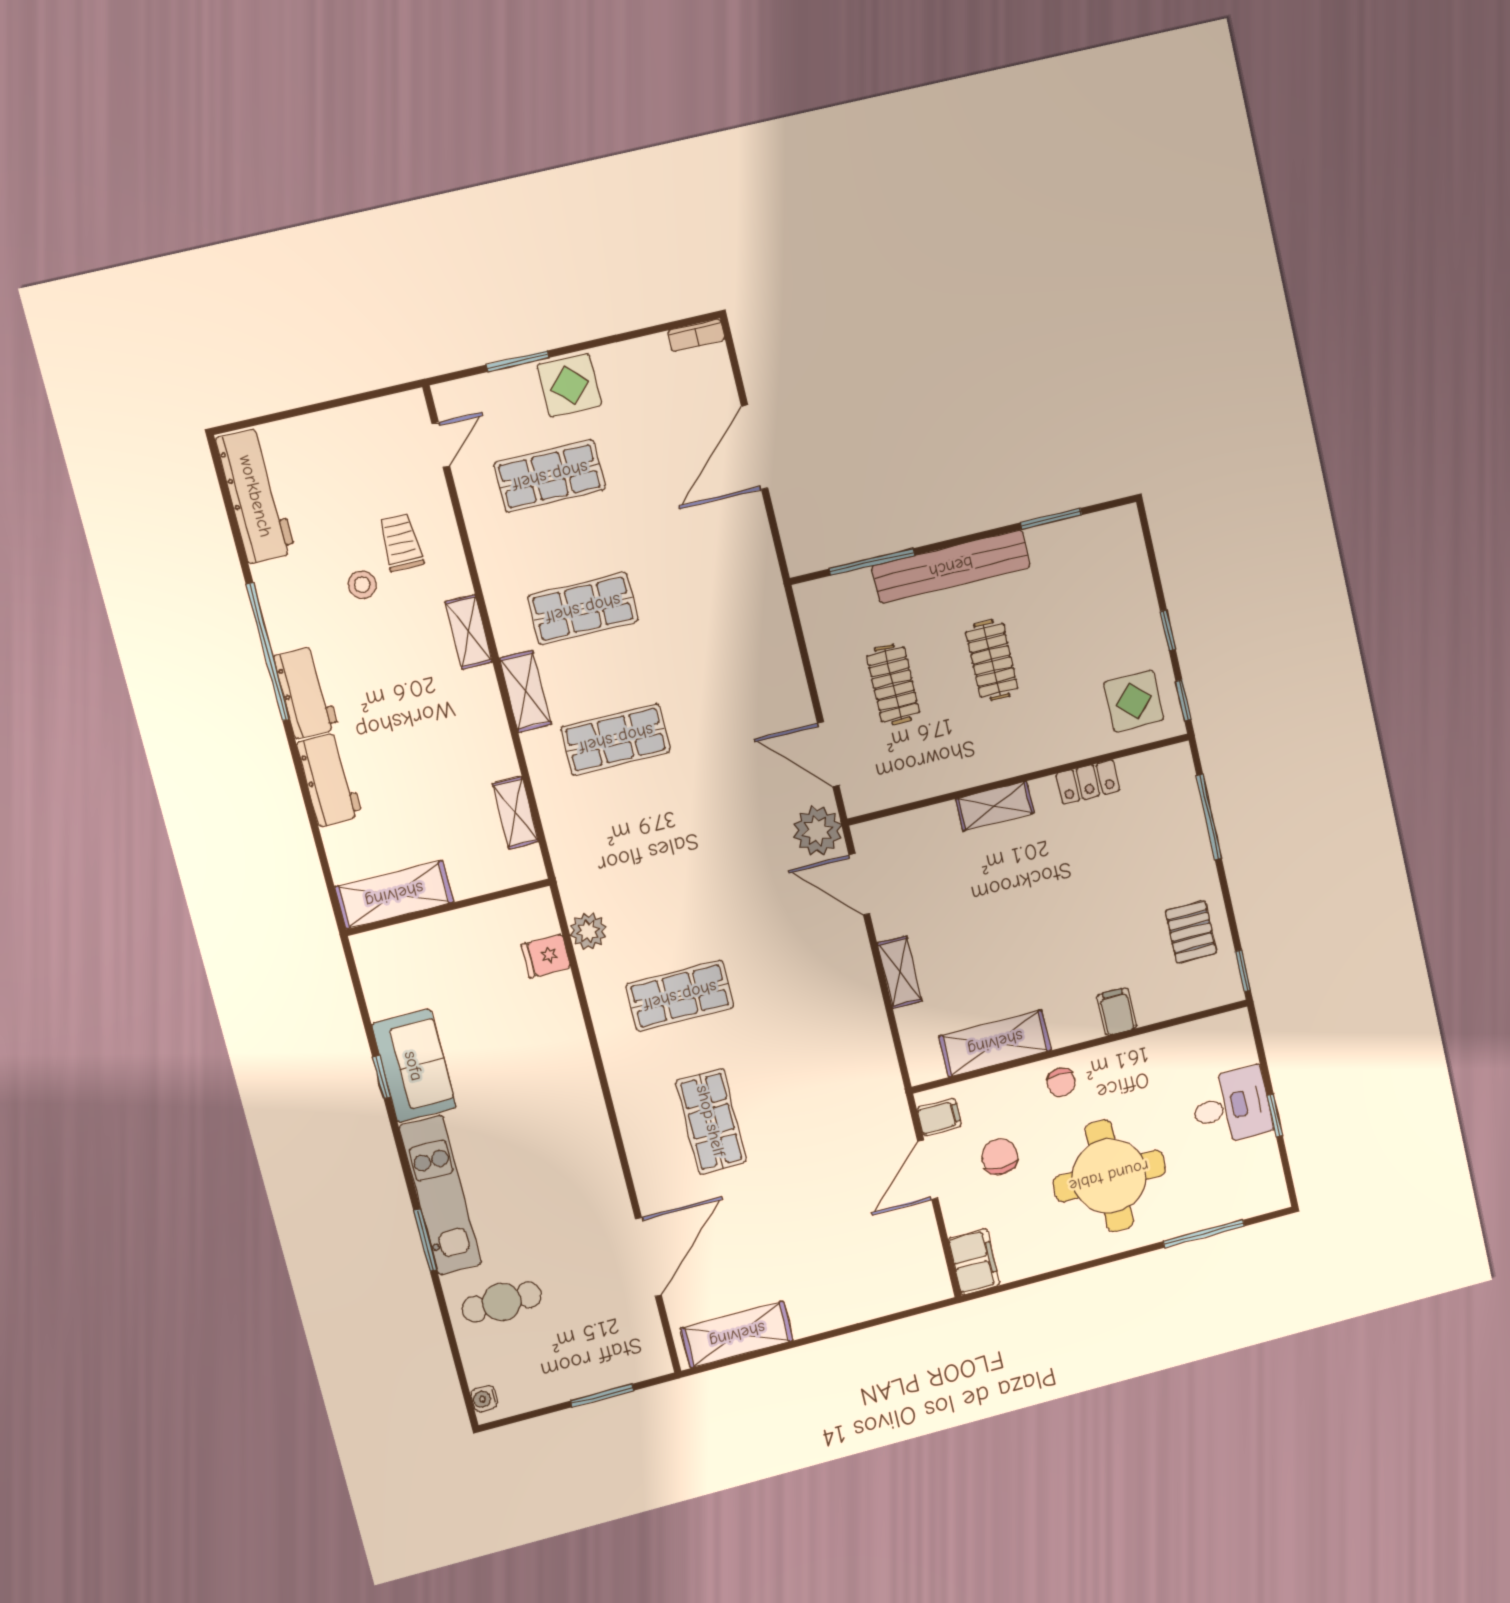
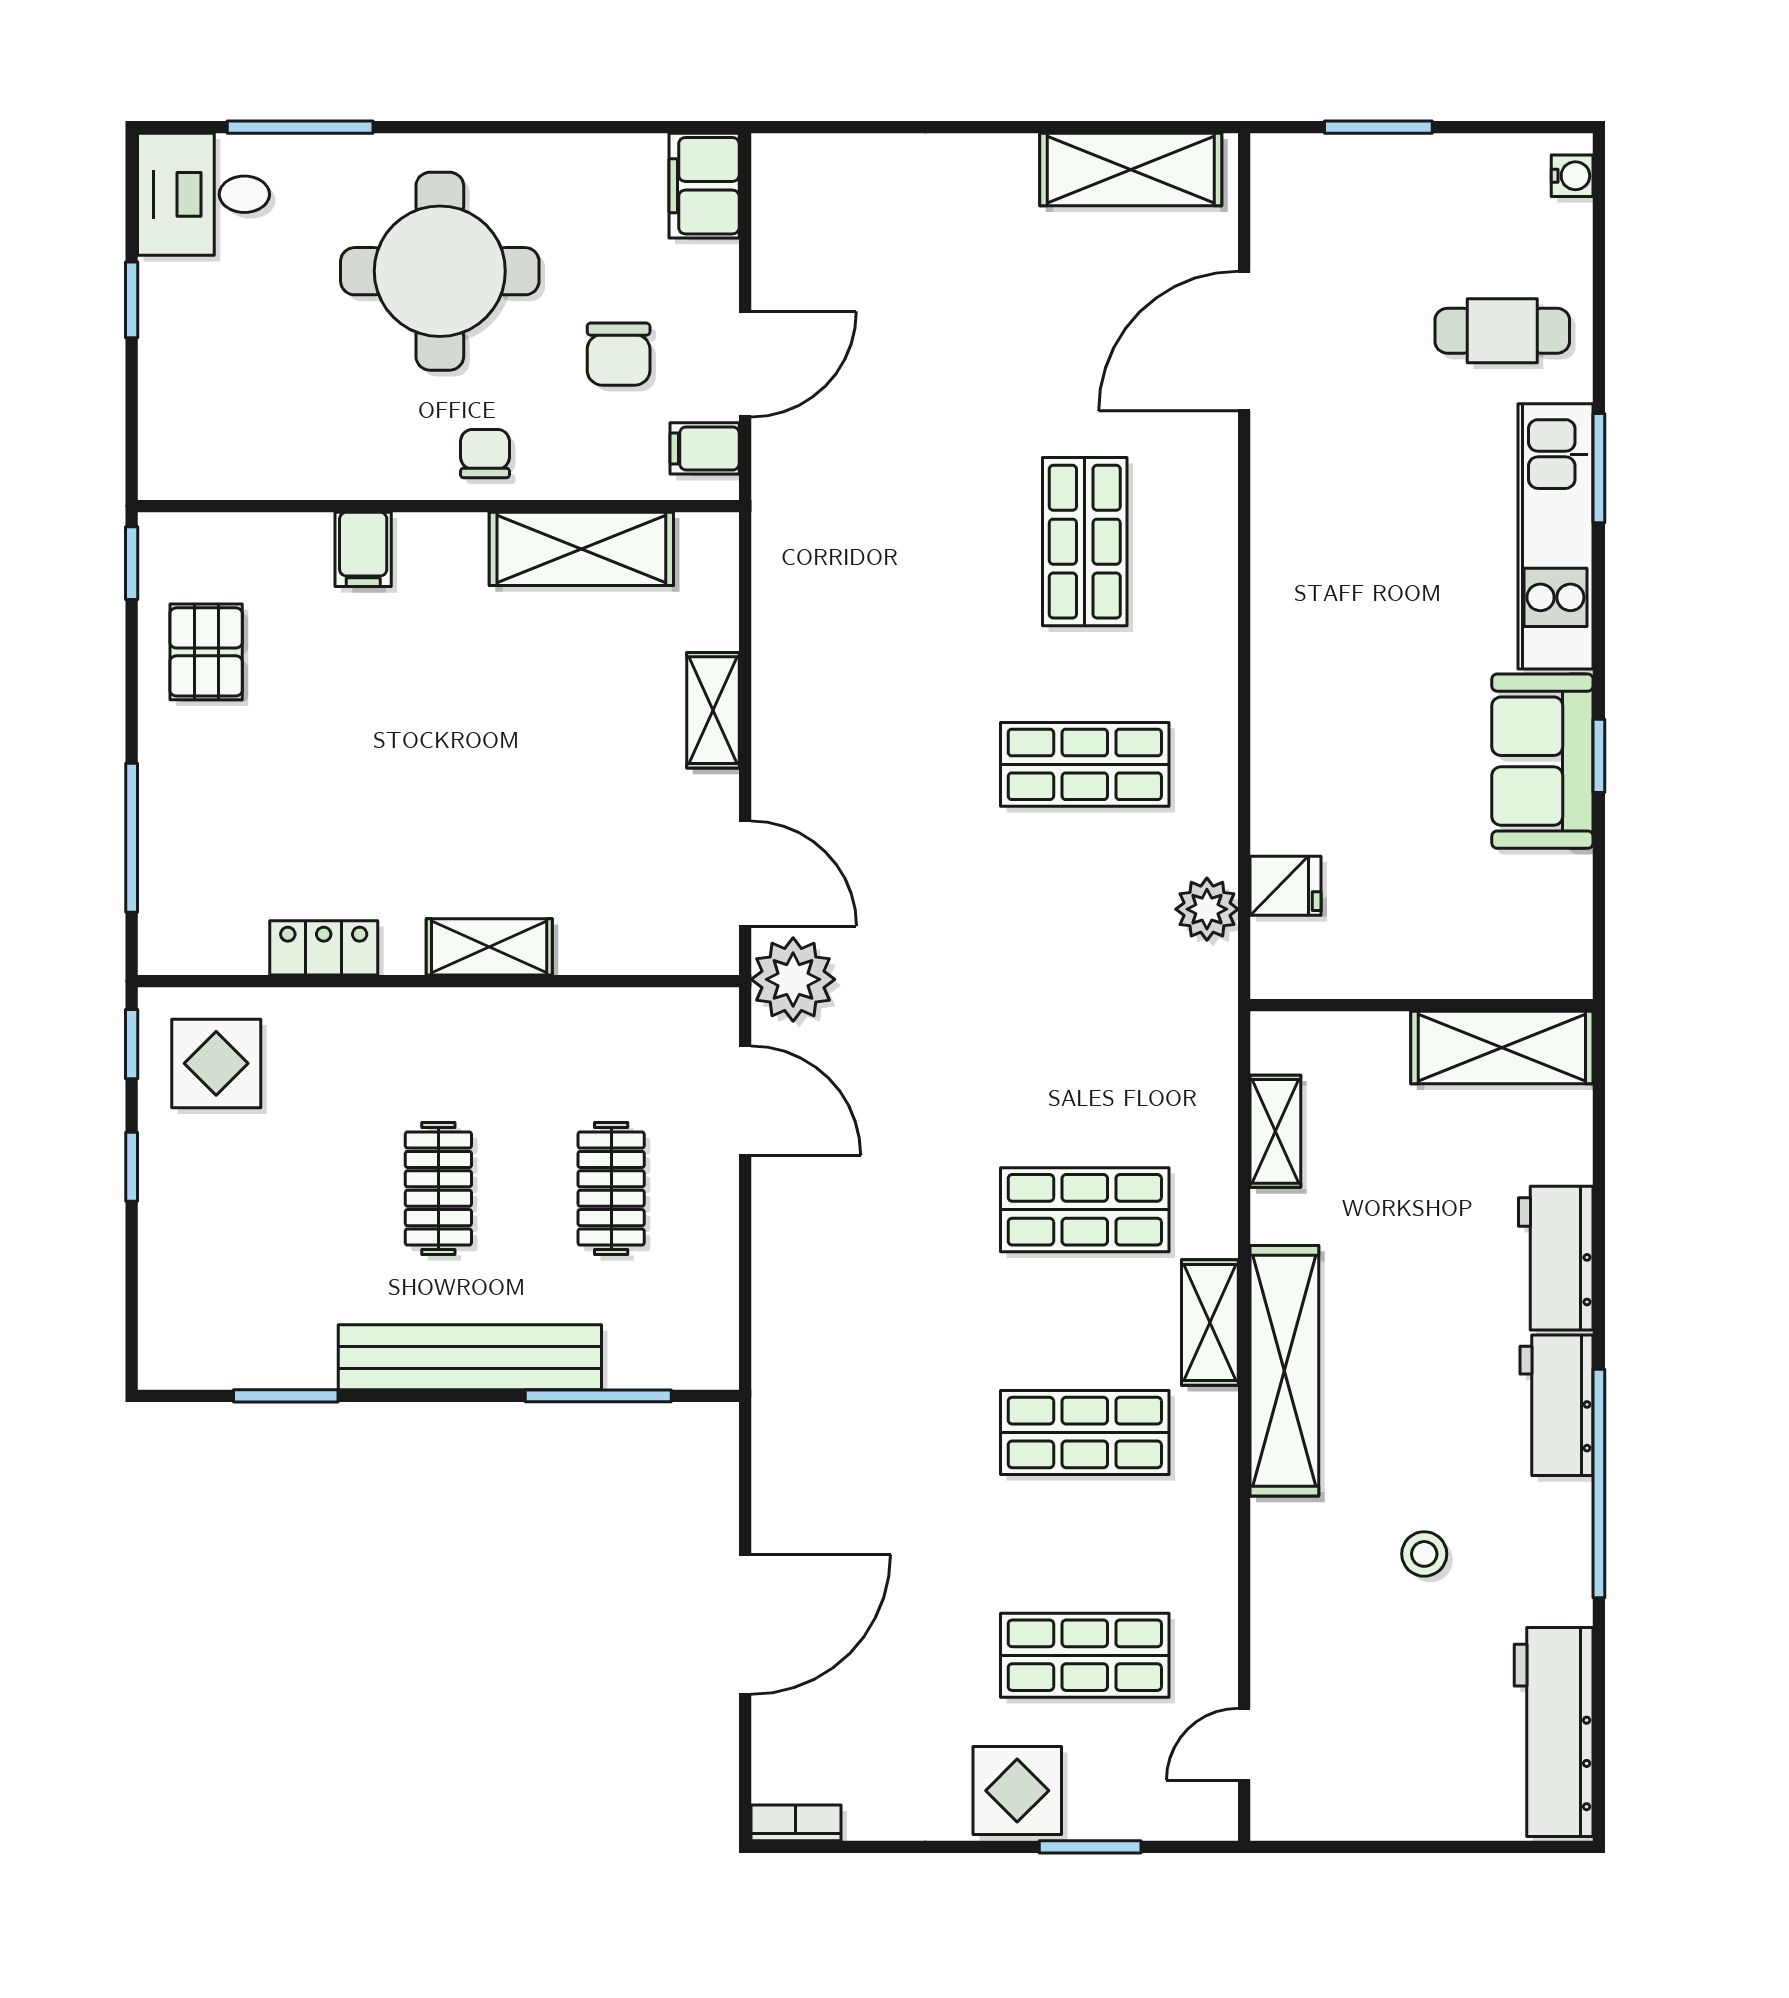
trolley: (401, 542) -> (1346, 1606), removed
shelving: (469, 632) -> (1284, 1371), width x2.20, depth x1.33
desk: (1231, 1106) -> (204, 194), moved

